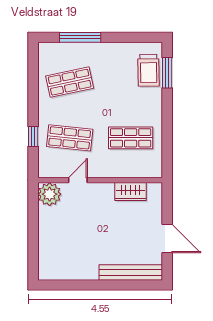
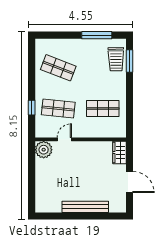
window: (80, 37) -> (97, 35), moved
shop shelf: (70, 82) -> (58, 68), turned 33
wardrobe: (130, 192) -> (119, 153), moved, turned 90
bench: (131, 272) -> (85, 207), moved

